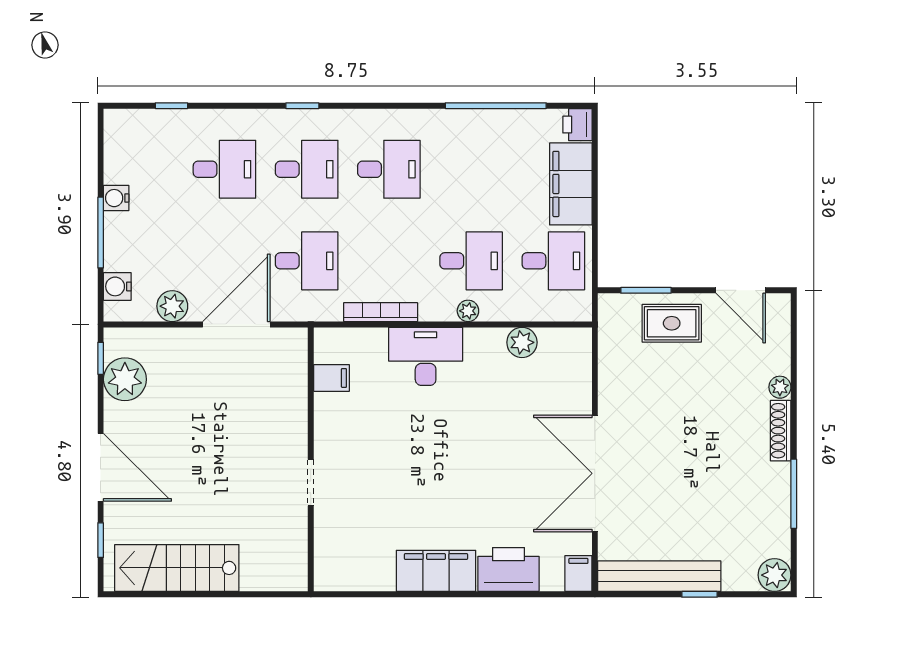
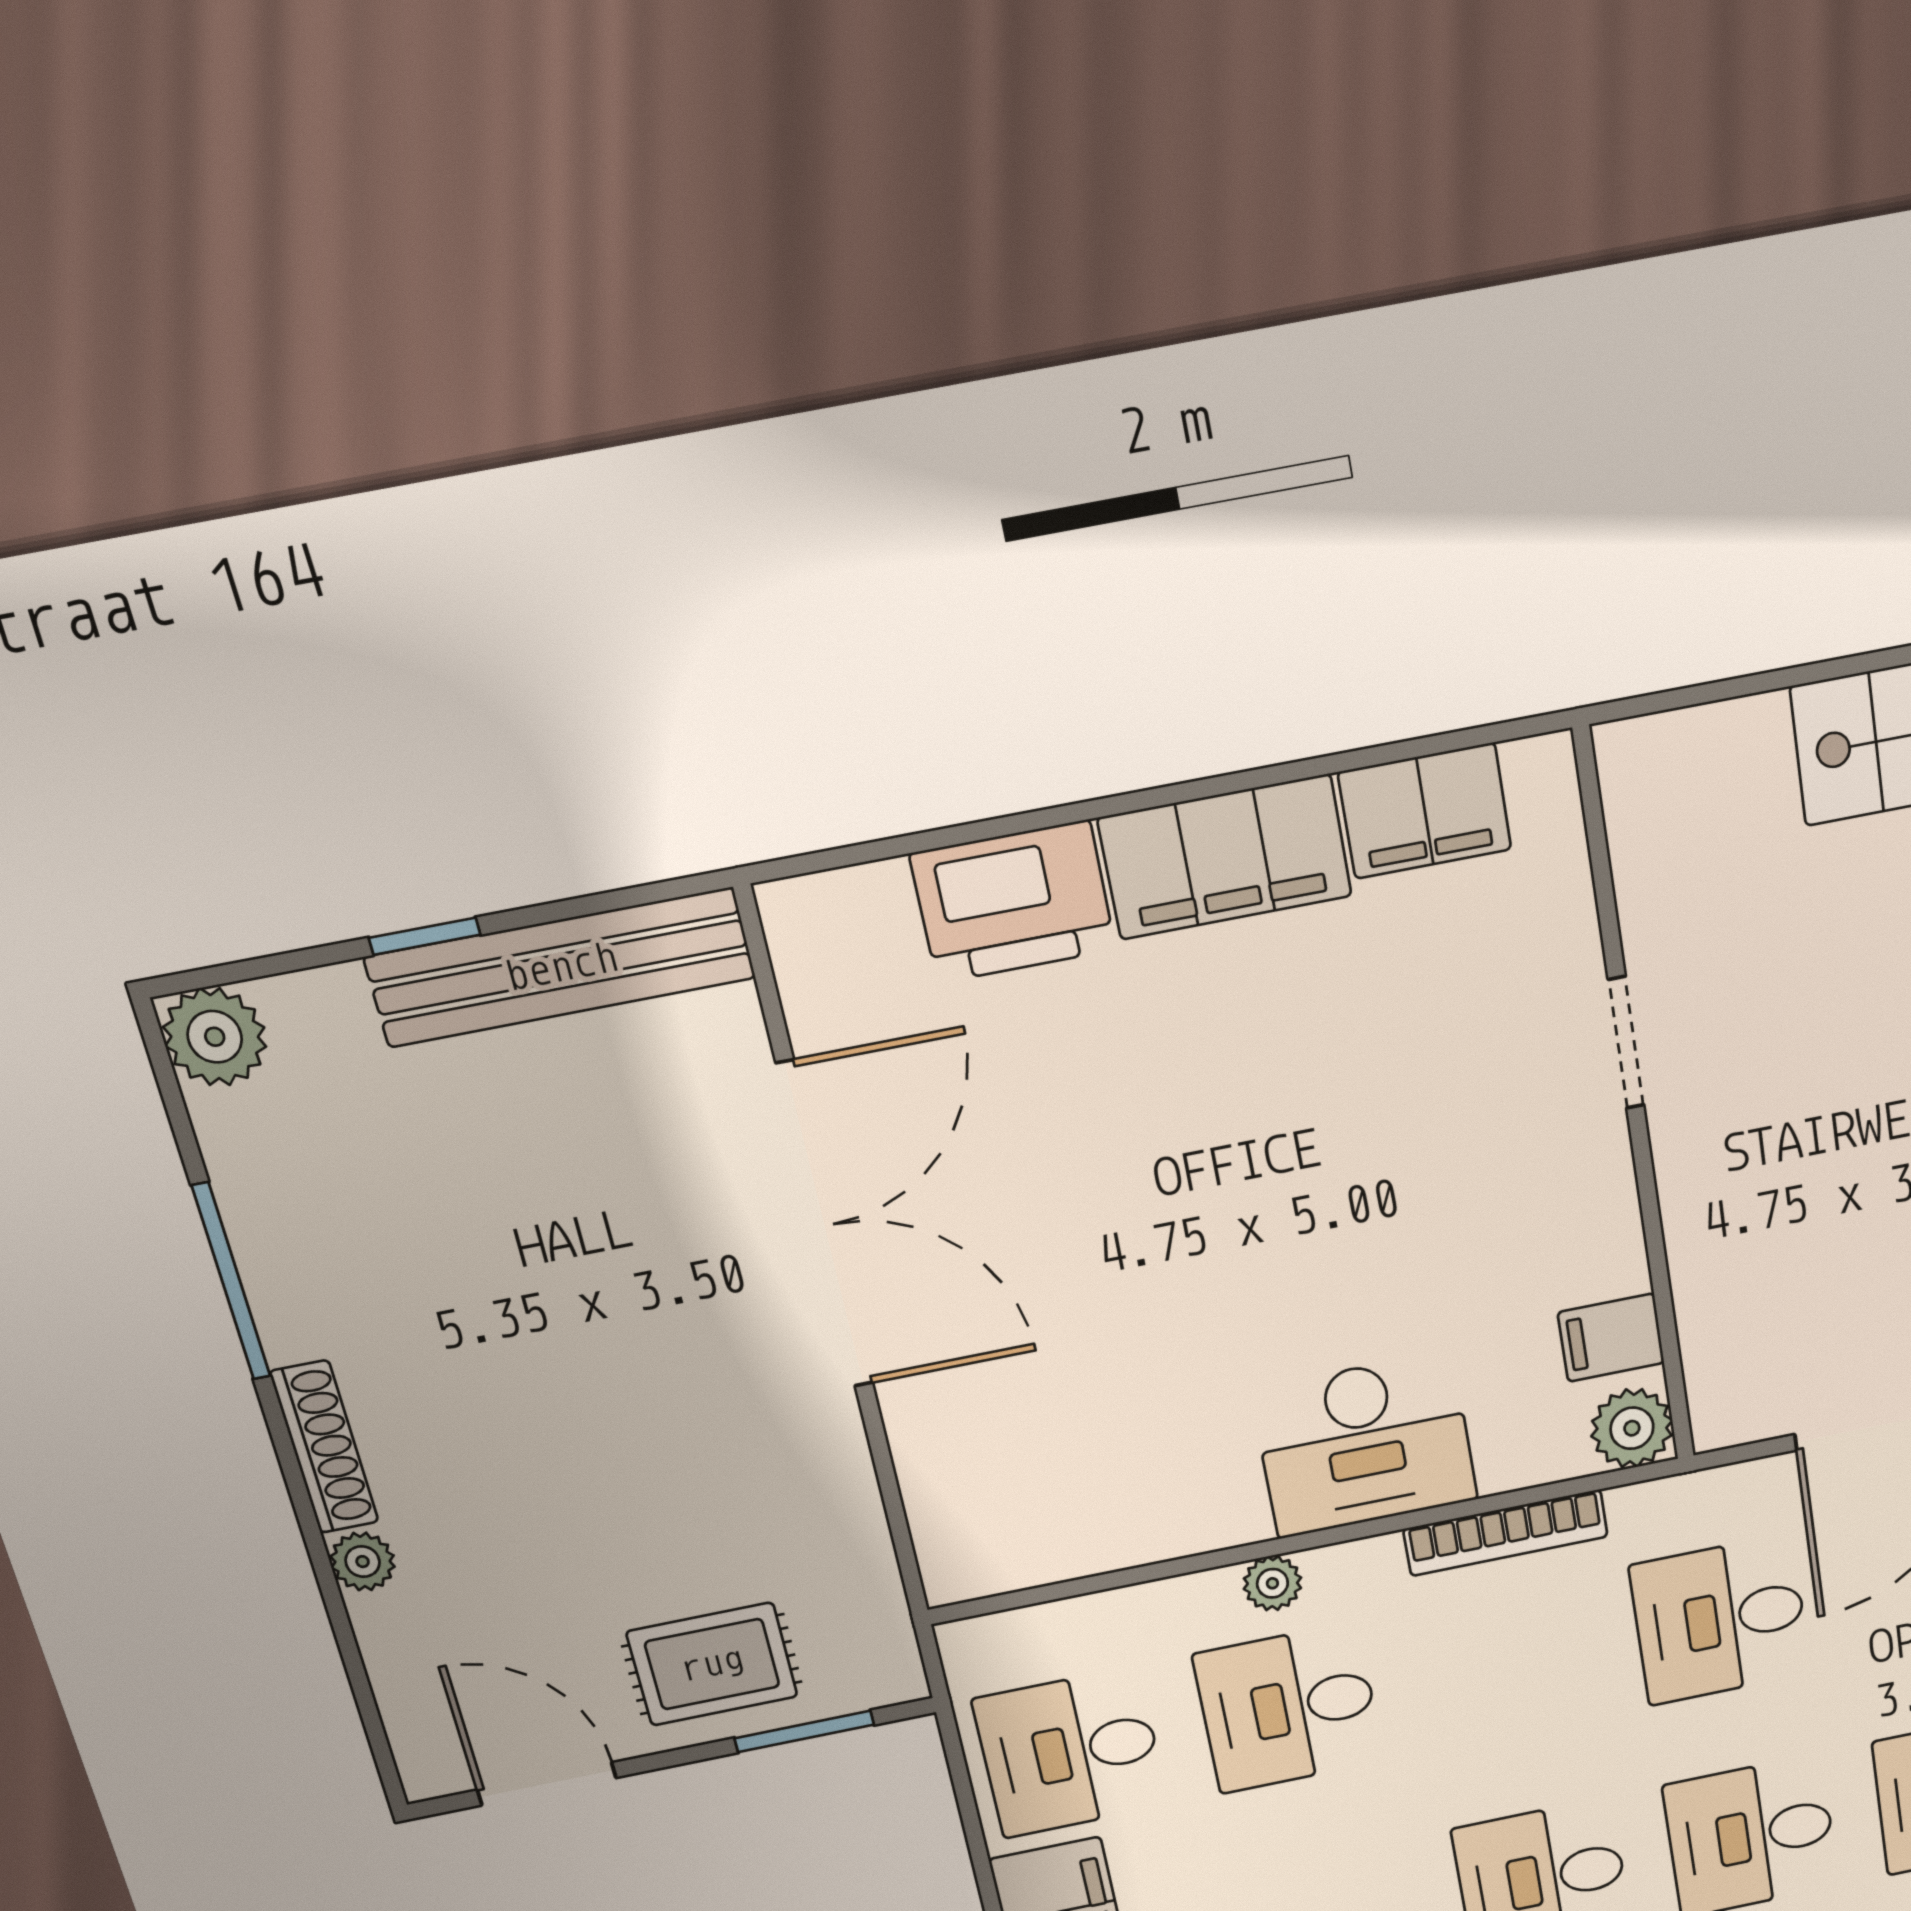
plant: (522, 342) -> (1632, 1428), moved
filing cabinet: (578, 574) -> (1425, 811), moved, width x2.00

